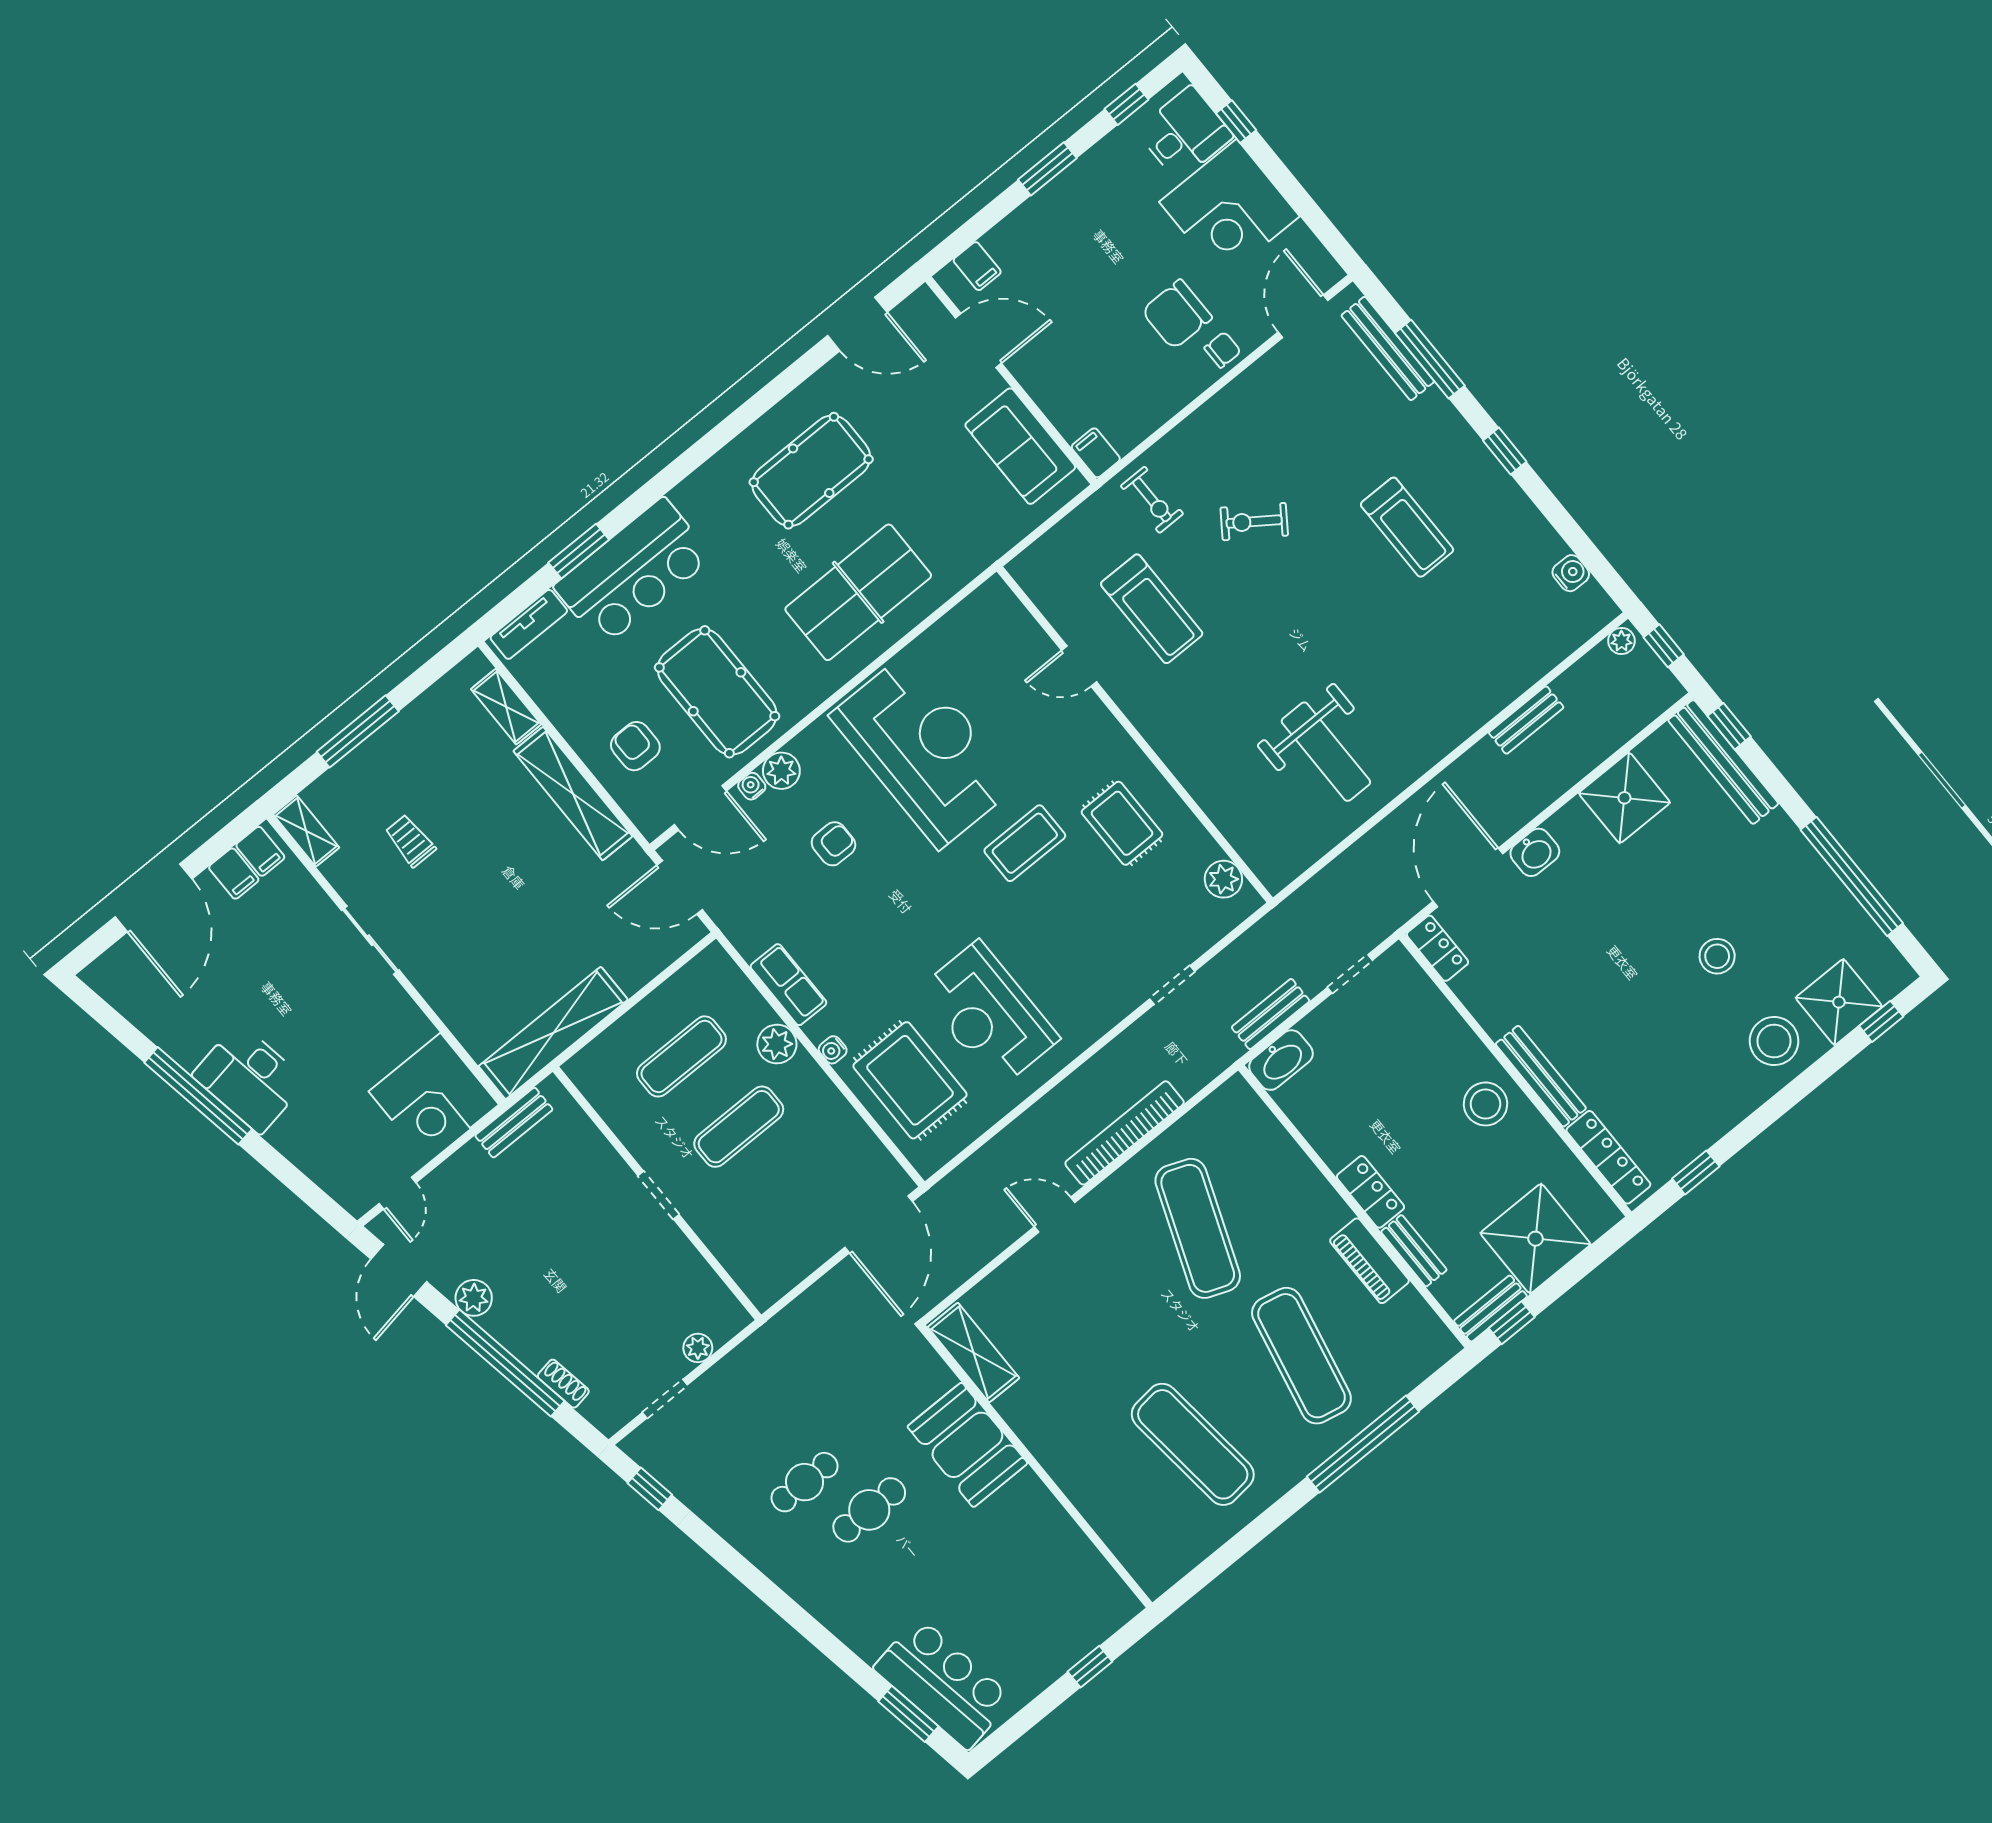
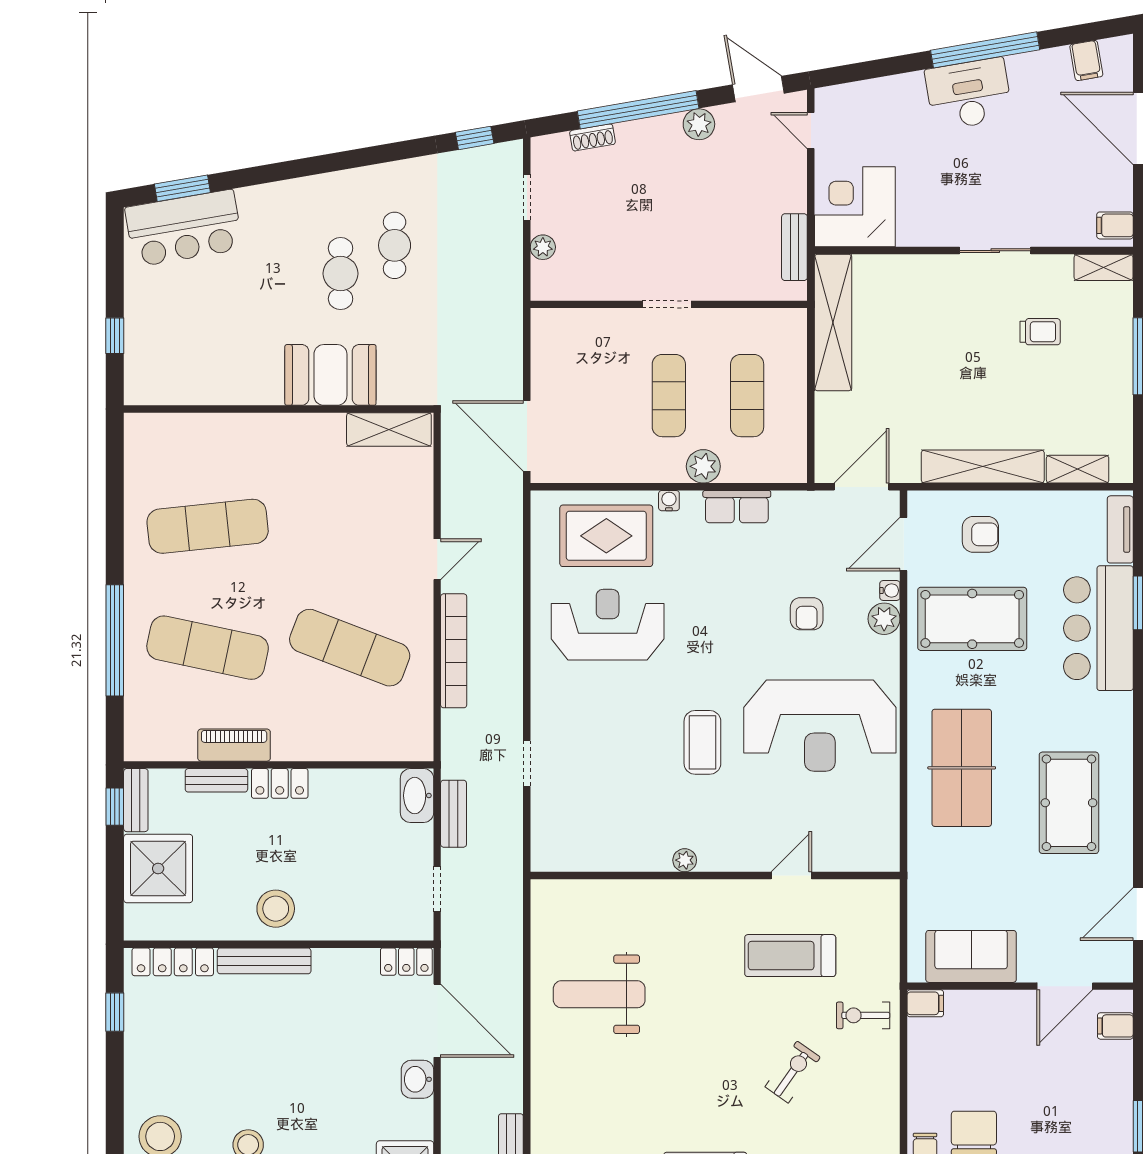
rug: (1122, 823) -> (663, 818), removed
filing cabinet: (234, 874) -> (1086, 61), moved, turned -100
plant: (1223, 879) -> (685, 860), moved, width x0.73, depth x0.73

